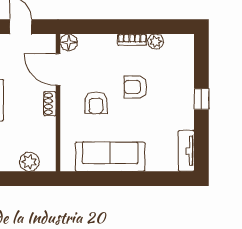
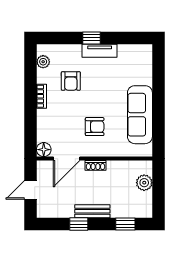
plant: (156, 42) -> (43, 62), moved
armchair: (135, 87) -> (71, 81), moved
tv unit: (186, 151) -> (100, 51), moved

